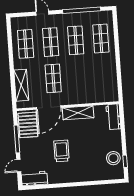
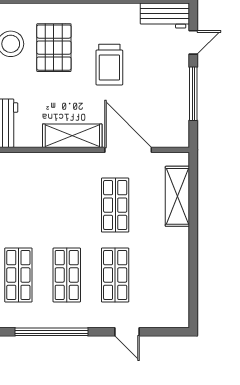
shop shelf: (26, 44) -> (164, 275), removed
door: (49, 107) -> (128, 150), hinge flipped
pallet: (28, 125) -> (54, 48), moved

